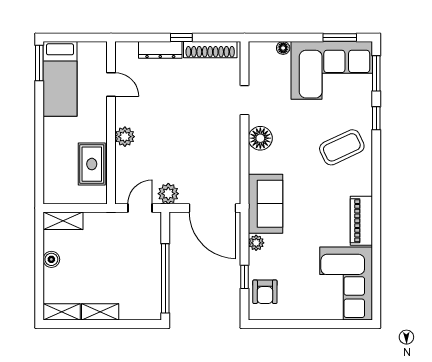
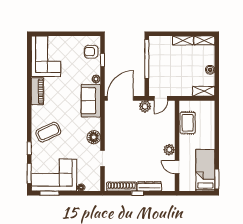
plant: (125, 137) -> (169, 150), moved
door: (212, 208) -> (120, 98), hinge flipped
armchair: (265, 292) -> (91, 52), turned -90

